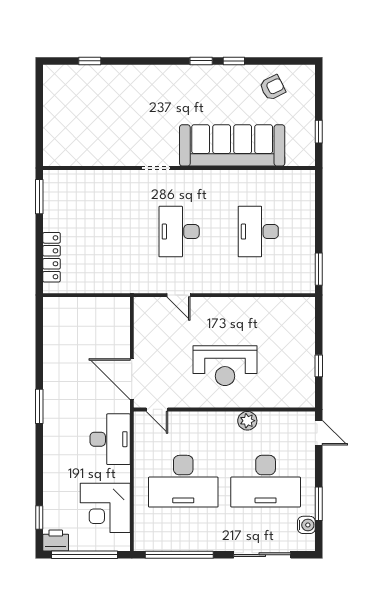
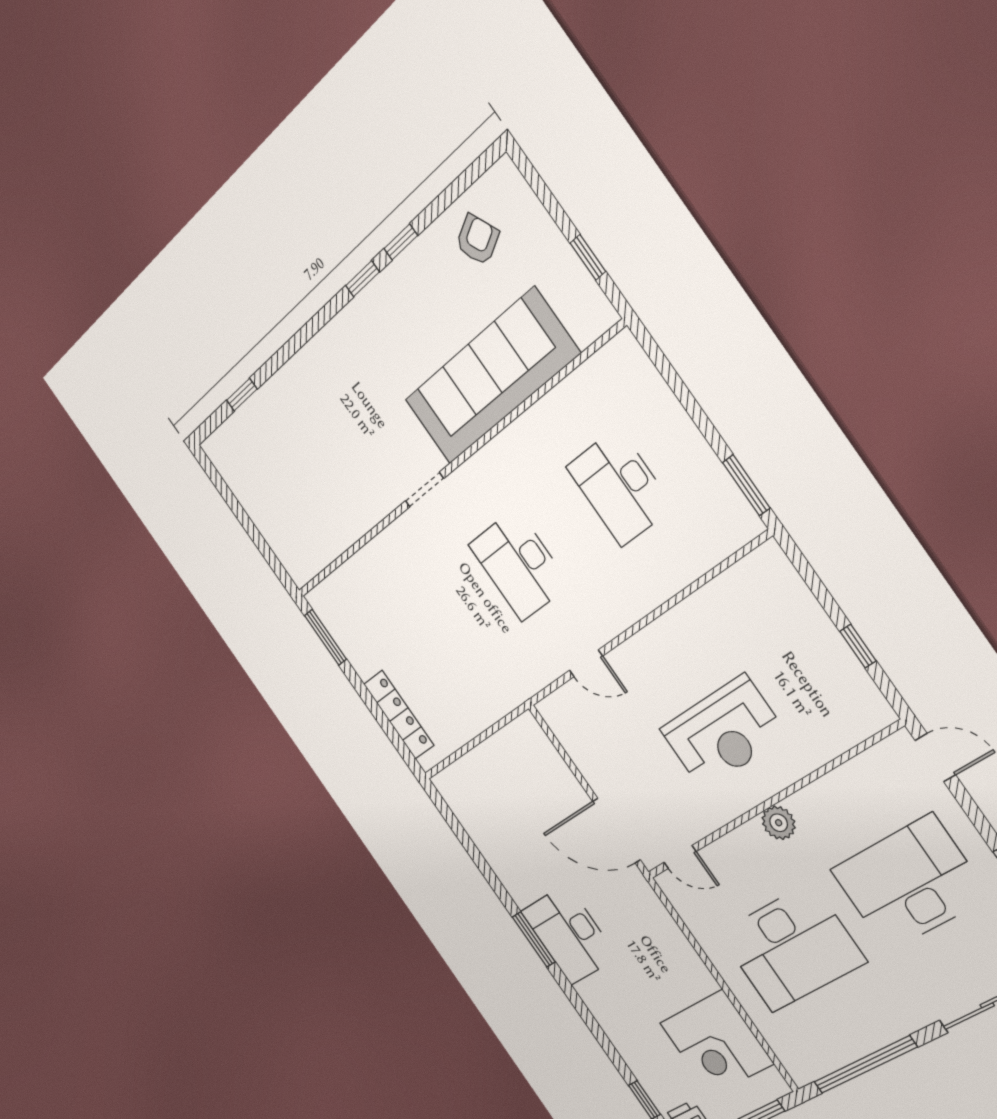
plant: (247, 421) -> (779, 823), moved
desk: (110, 439) -> (569, 934), moved, turned 180
desk: (266, 481) -> (909, 883), turned 180

